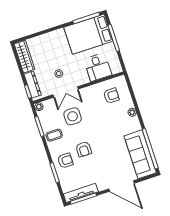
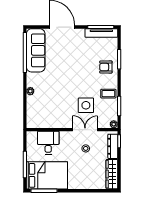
armchair: (111, 96) -> (44, 113), removed
armchair: (84, 149) -> (86, 72), removed

